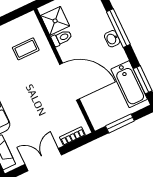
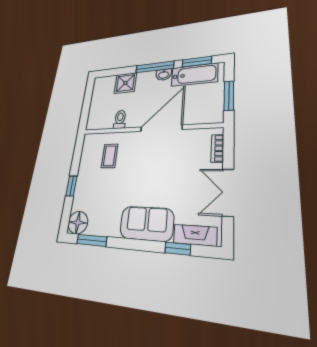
shower: (55, 21) -> (125, 83), moved
window: (118, 28) -> (155, 67), moved
washbasin: (112, 39) -> (164, 75), moved

